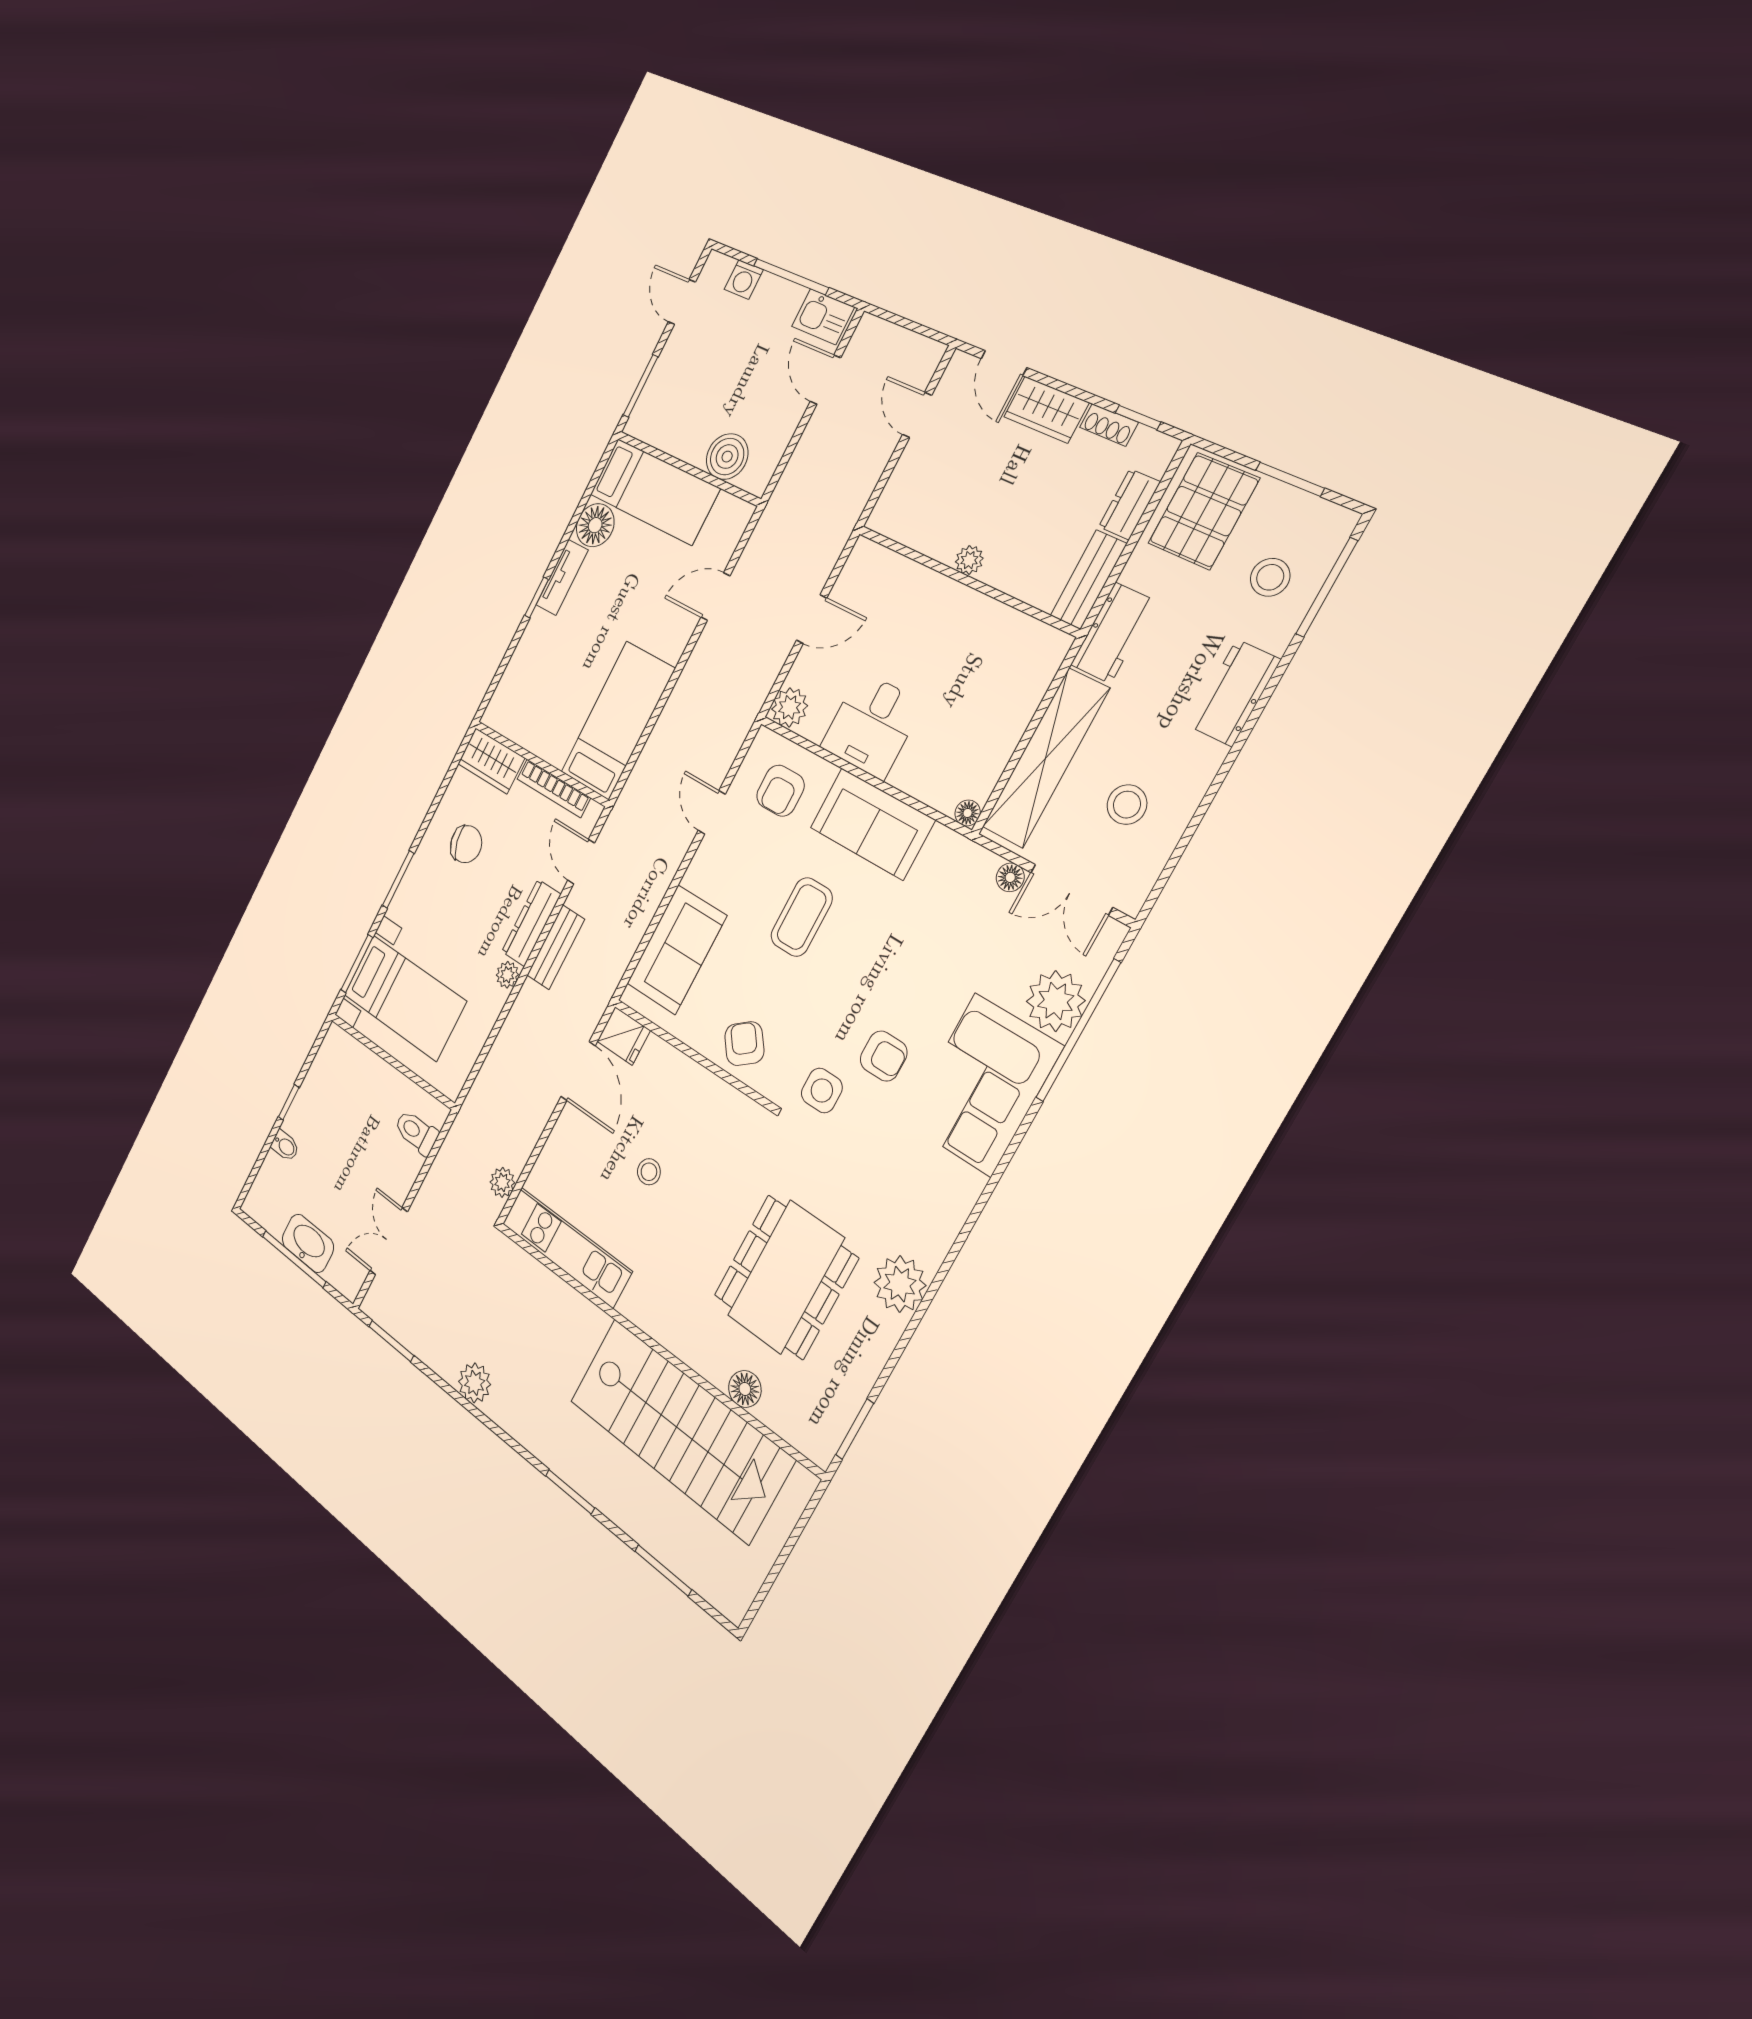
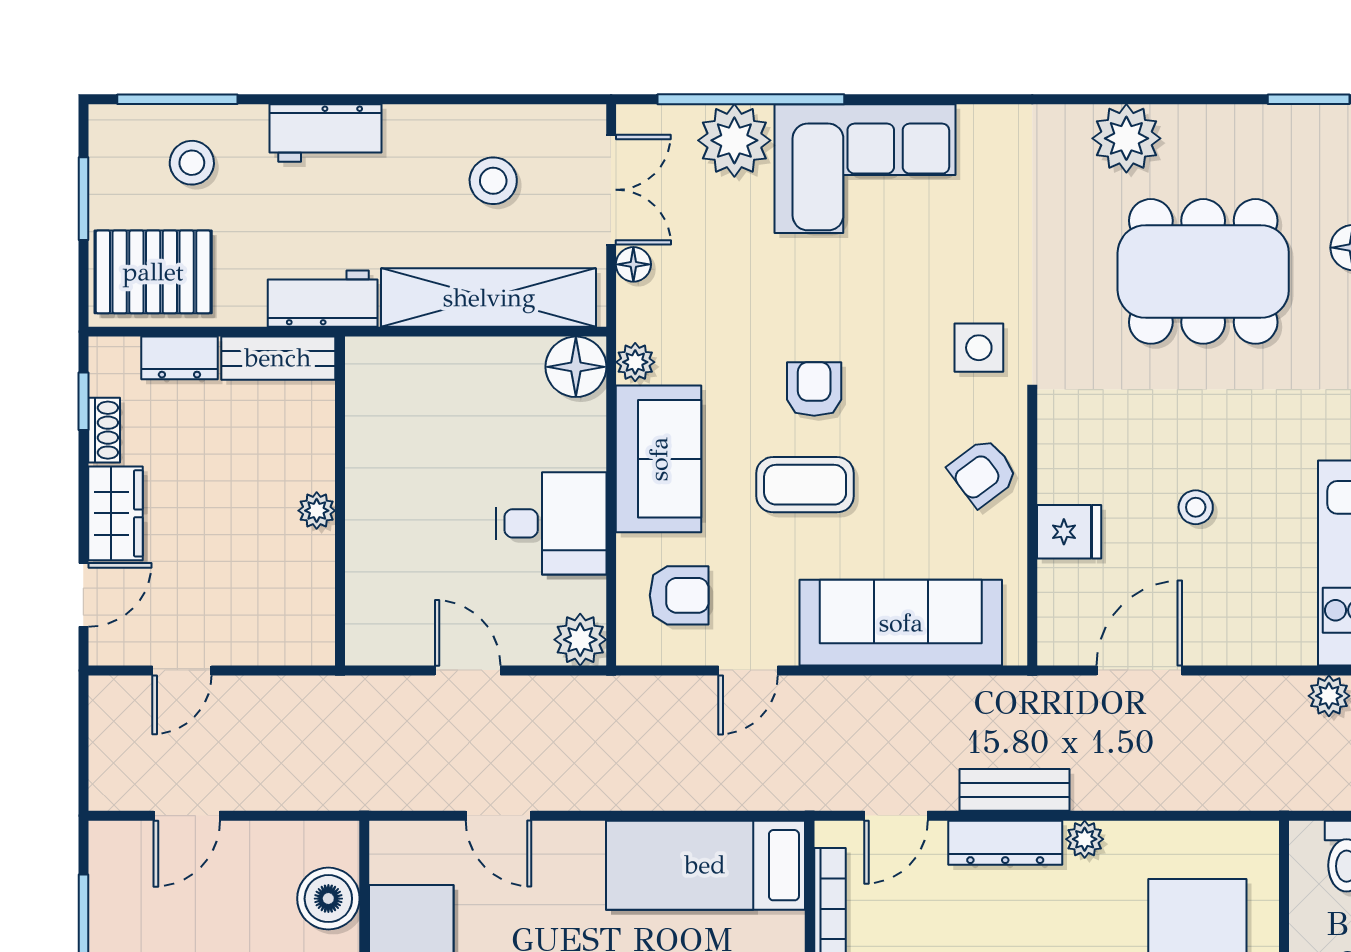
kitchen sink: (823, 317) -> (115, 863), removed
floor lamp: (968, 813) -> (576, 367), width x1.89, depth x1.89
plant: (944, 842) -> (635, 362), added
sofa: (677, 950) -> (901, 623), width x1.36
fridge: (624, 1036) -> (1069, 532), moved, turned 90
armchair: (884, 1056) -> (814, 389), moved

